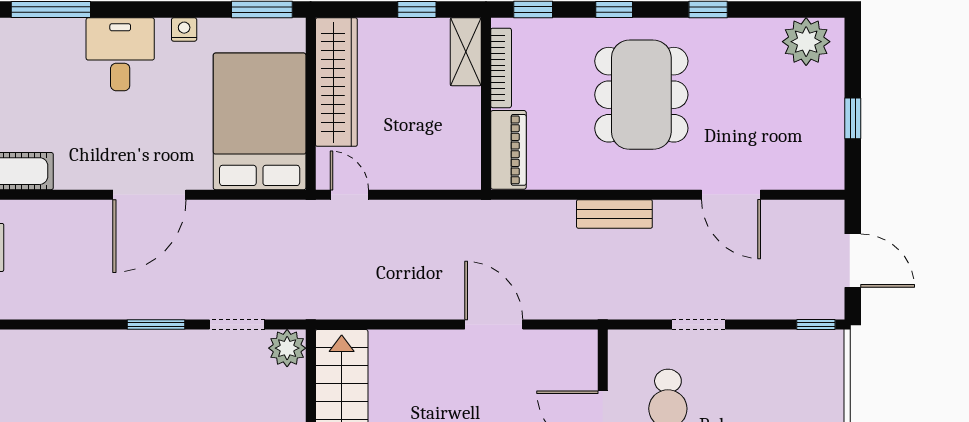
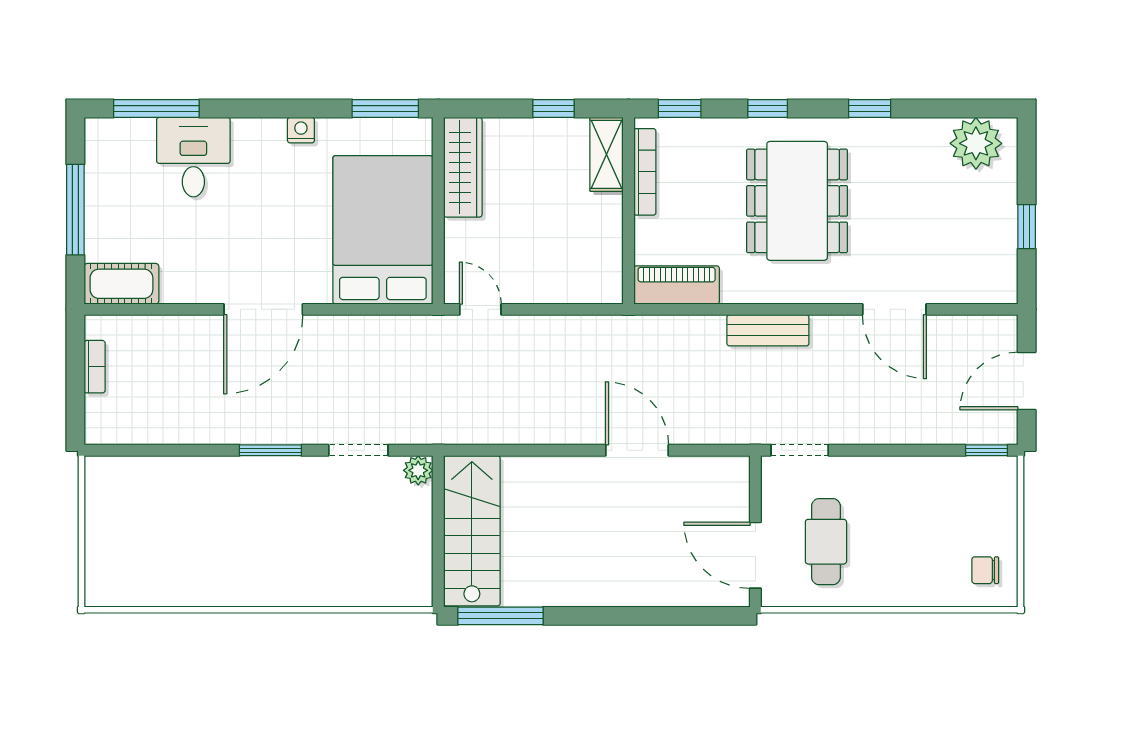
desk: (120, 54) -> (193, 157), moved
wardrobe: (336, 82) -> (463, 167), width x0.71, depth x0.85
piano: (508, 150) -> (677, 285), moved, turned -90
door: (853, 261) -> (1027, 381), swing flipped
doorway: (699, 325) -> (800, 450), moved
plant: (287, 348) -> (418, 470), width x0.73, depth x0.73

